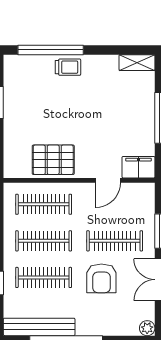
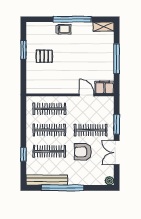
window: (51, 50) -> (72, 19), moved
pallet: (53, 160) -> (44, 56), moved, width x0.67, depth x0.71
door: (108, 180) -> (87, 95), swing flipped
armchair: (101, 278) -> (83, 152), turned 90

